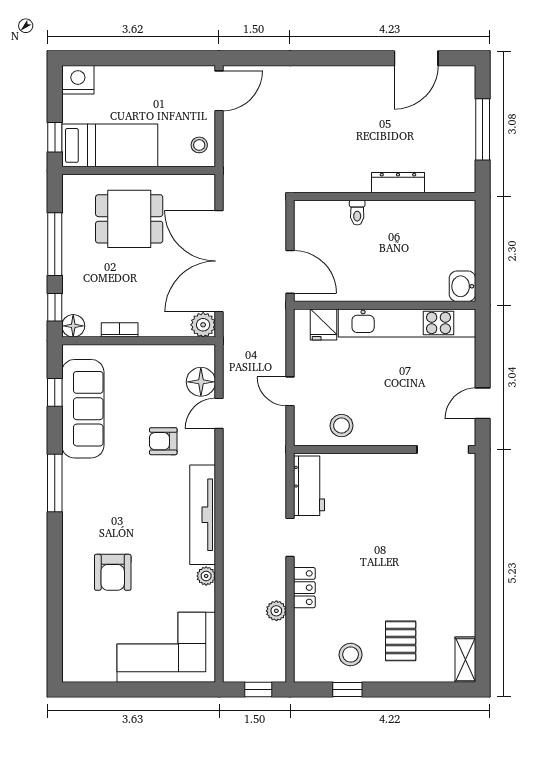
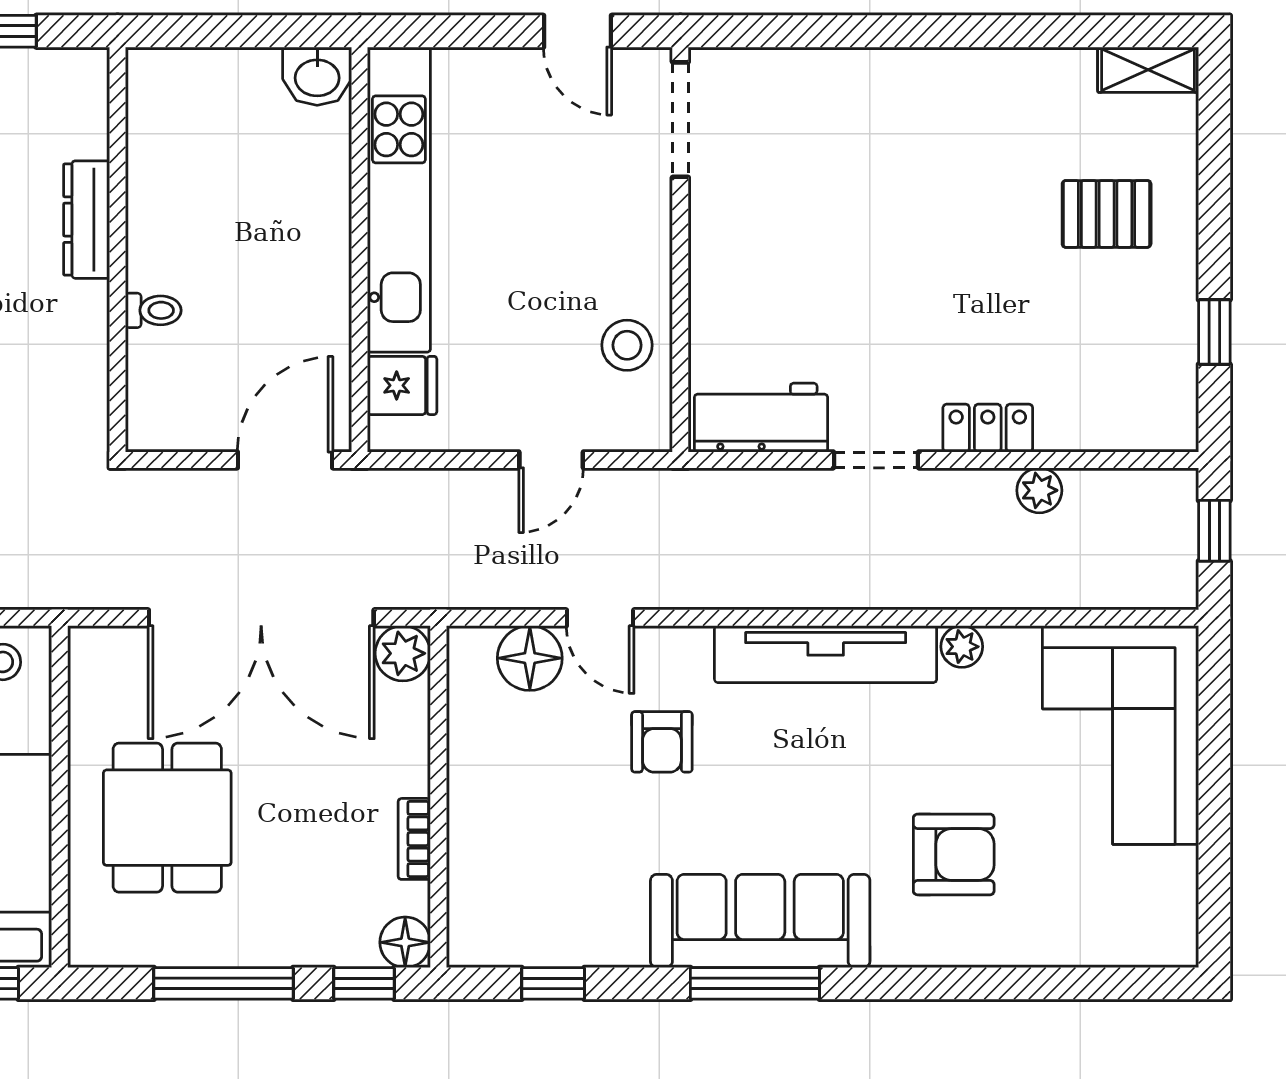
sofa: (83, 409) -> (760, 921), moved
stool: (351, 655) -> (1137, 325), removed

